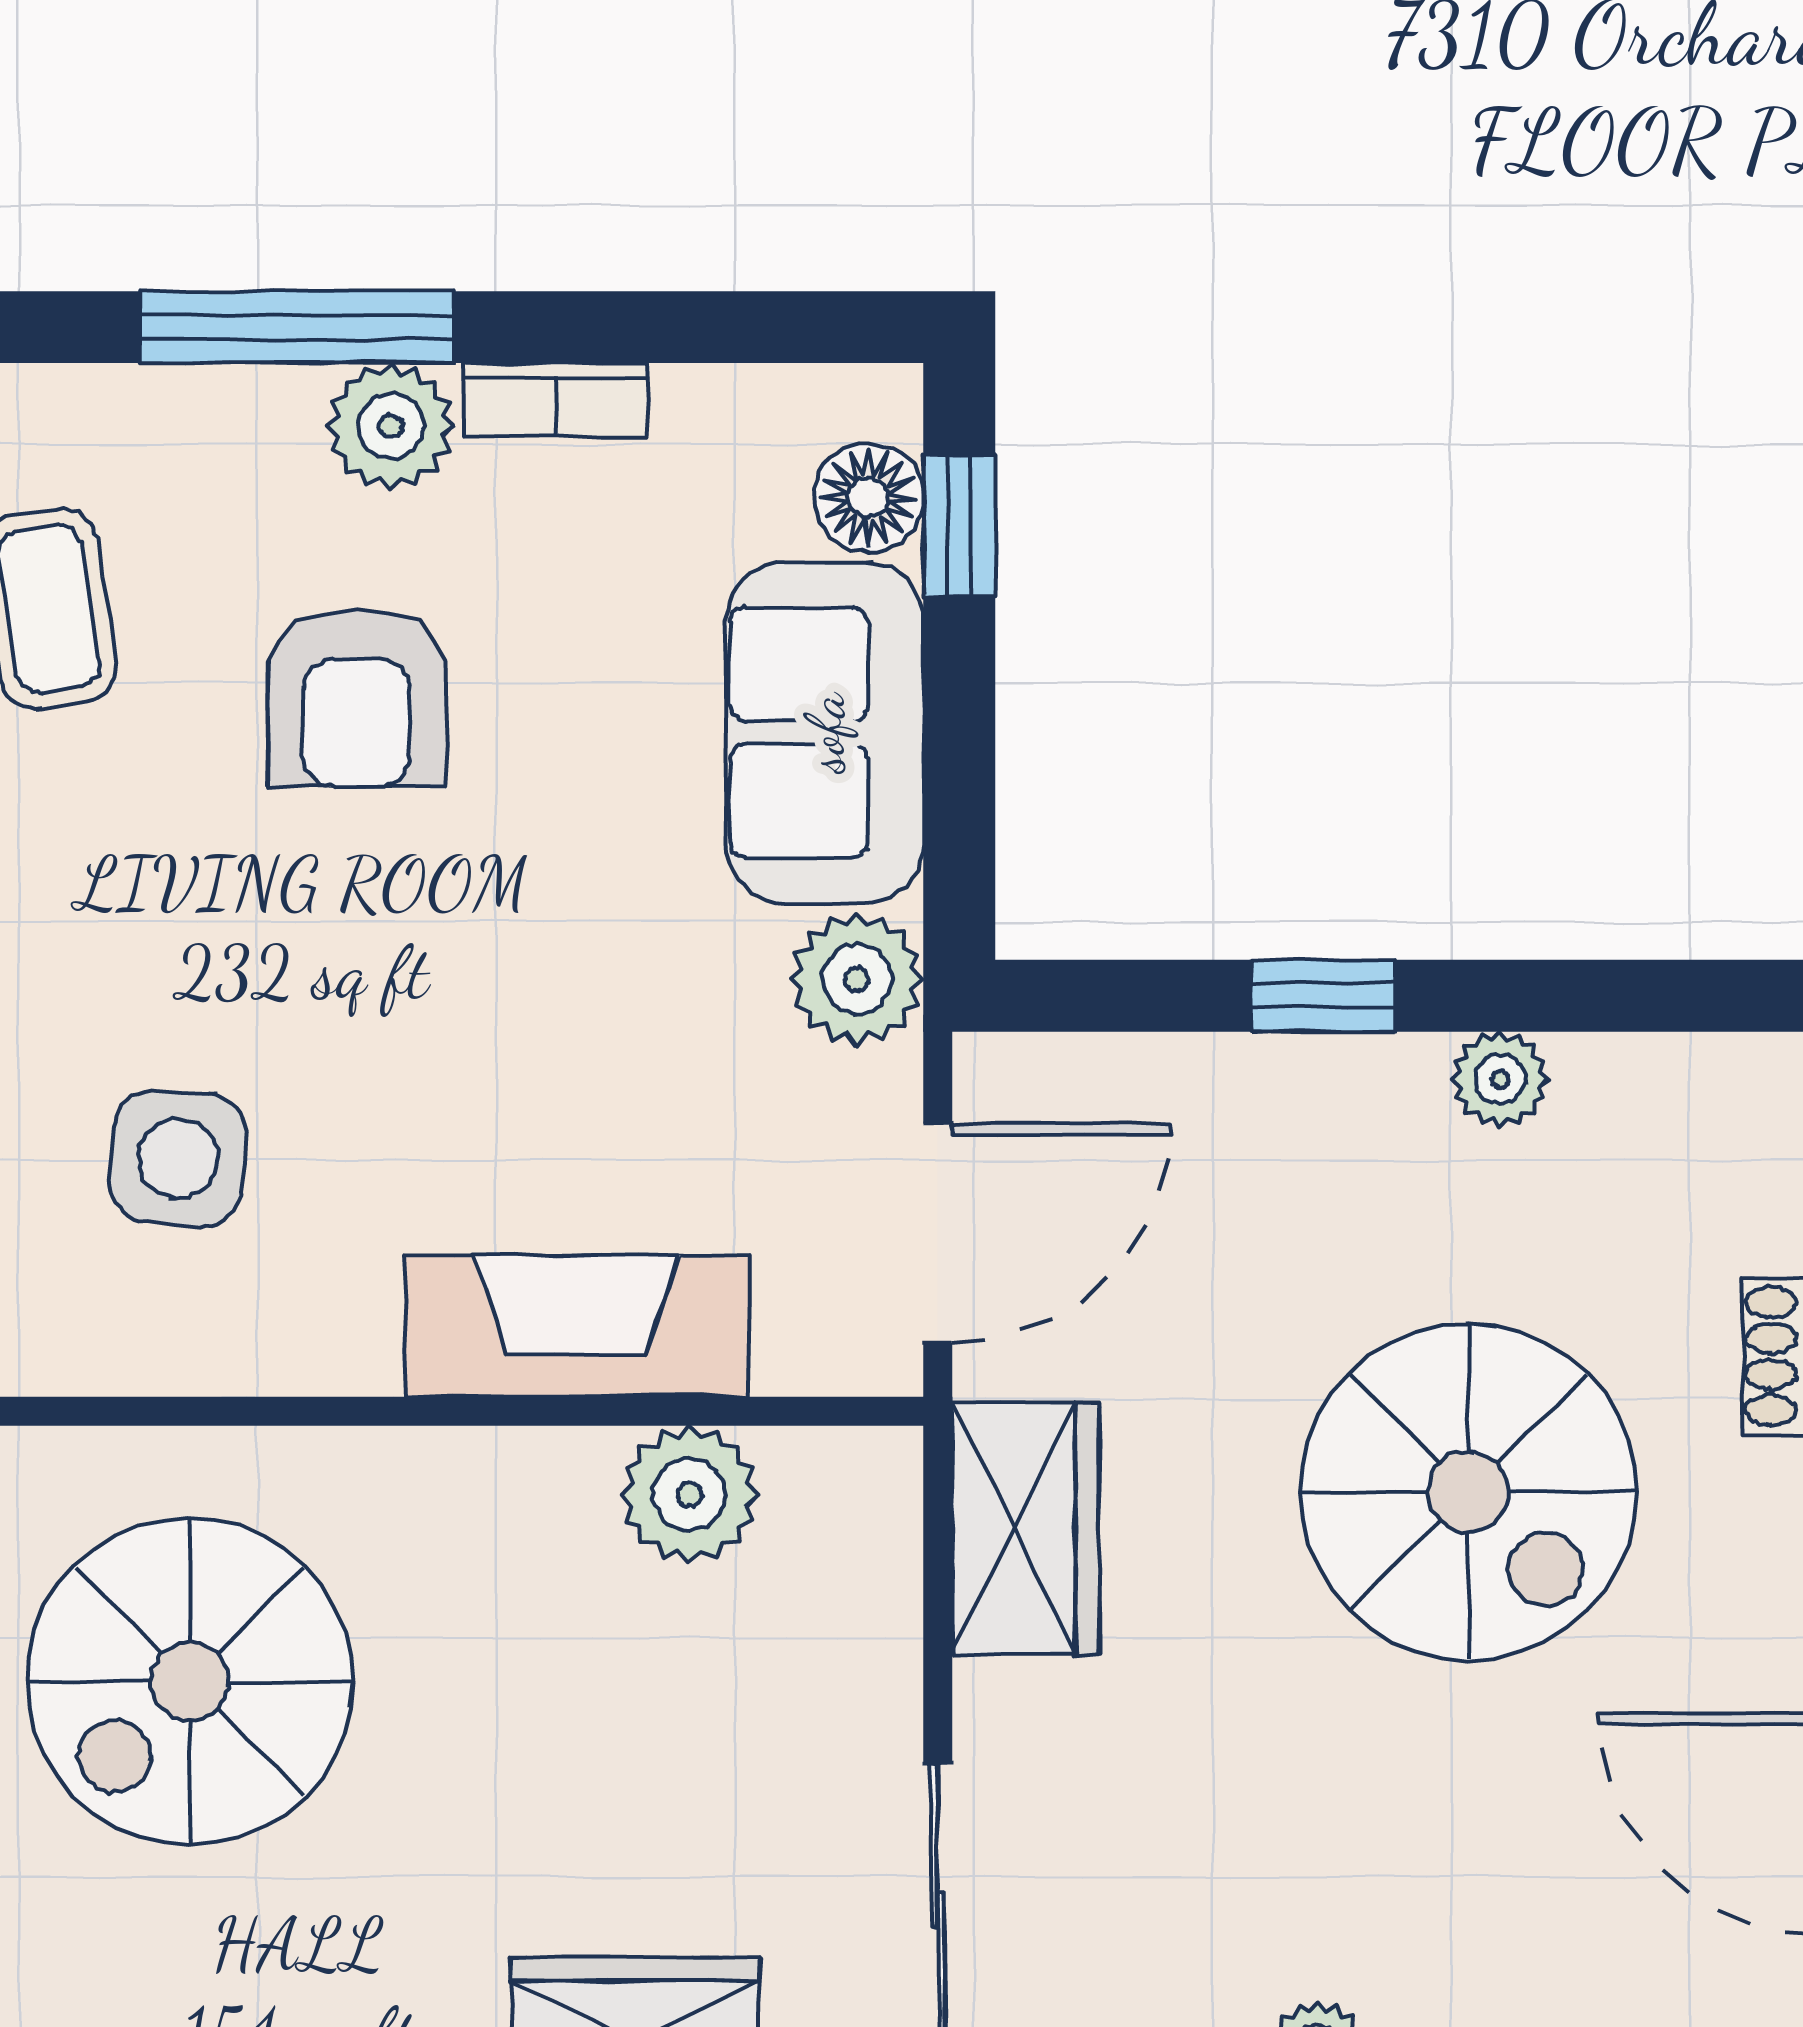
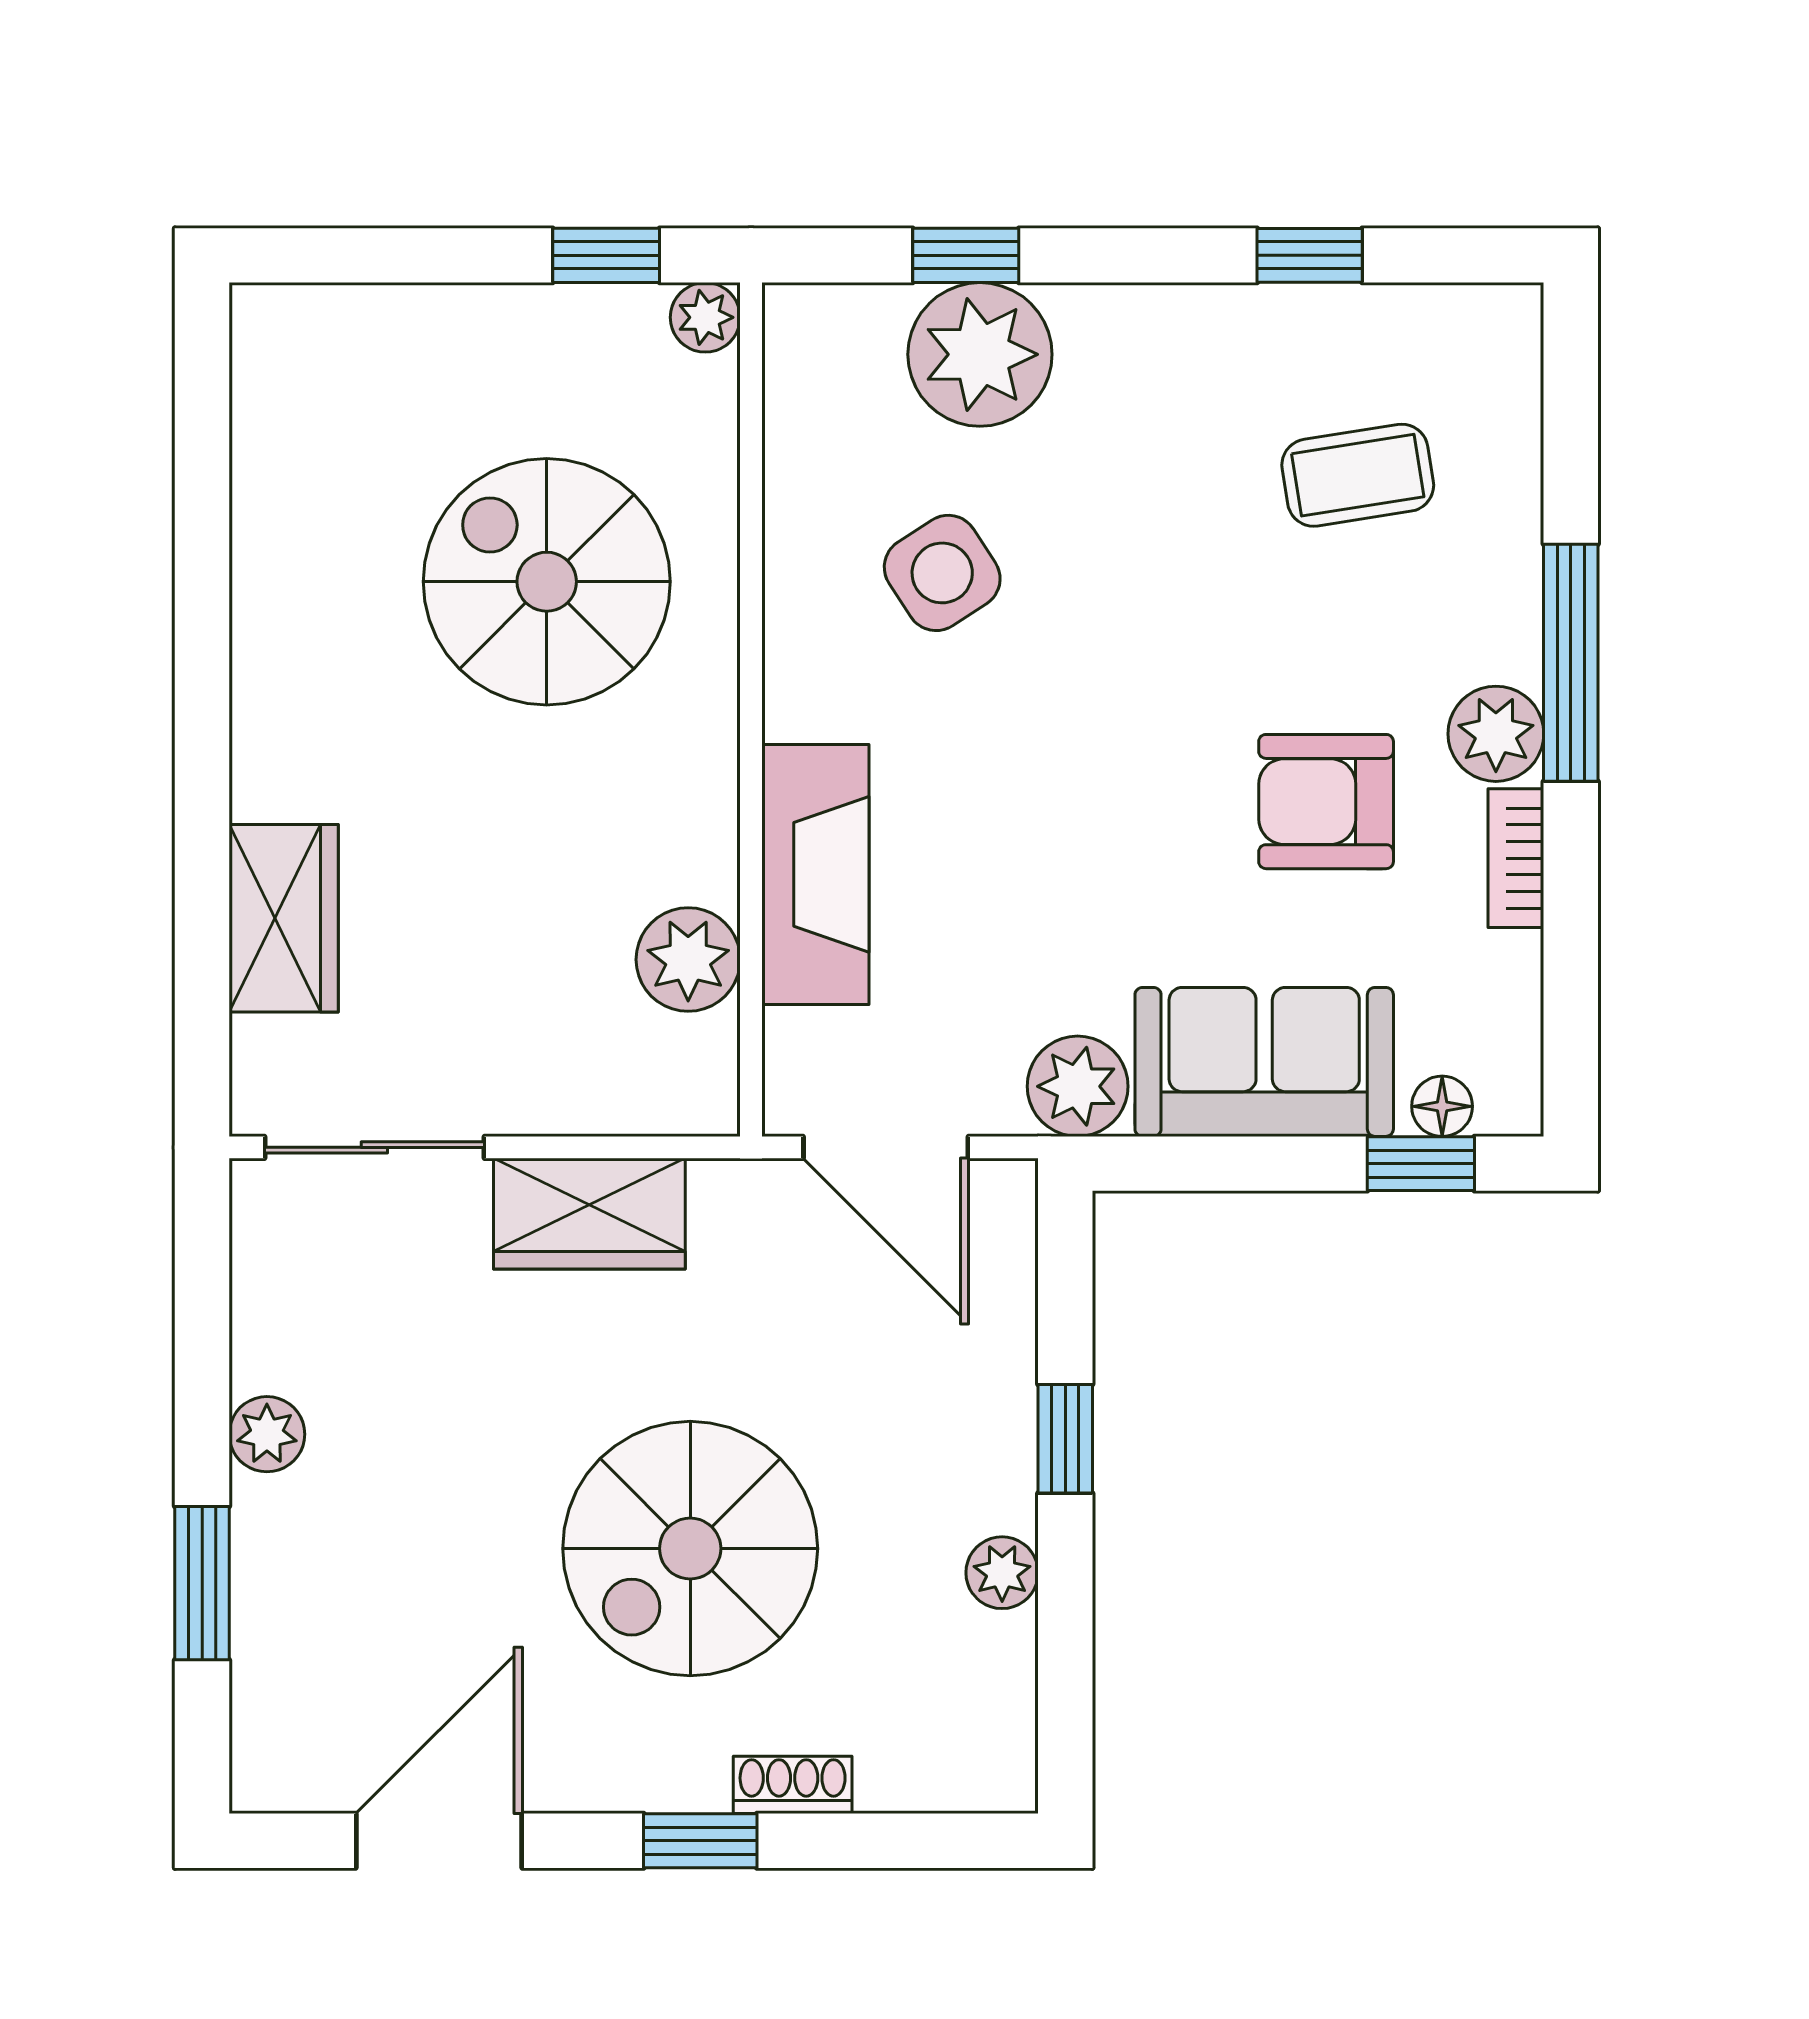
floor lamp: (869, 497) -> (1442, 1106), width x0.73, depth x0.73
armchair: (357, 698) -> (1326, 802), moved
side table: (178, 1158) -> (942, 573), turned -37
wardrobe: (1025, 1529) -> (589, 1214), moved

